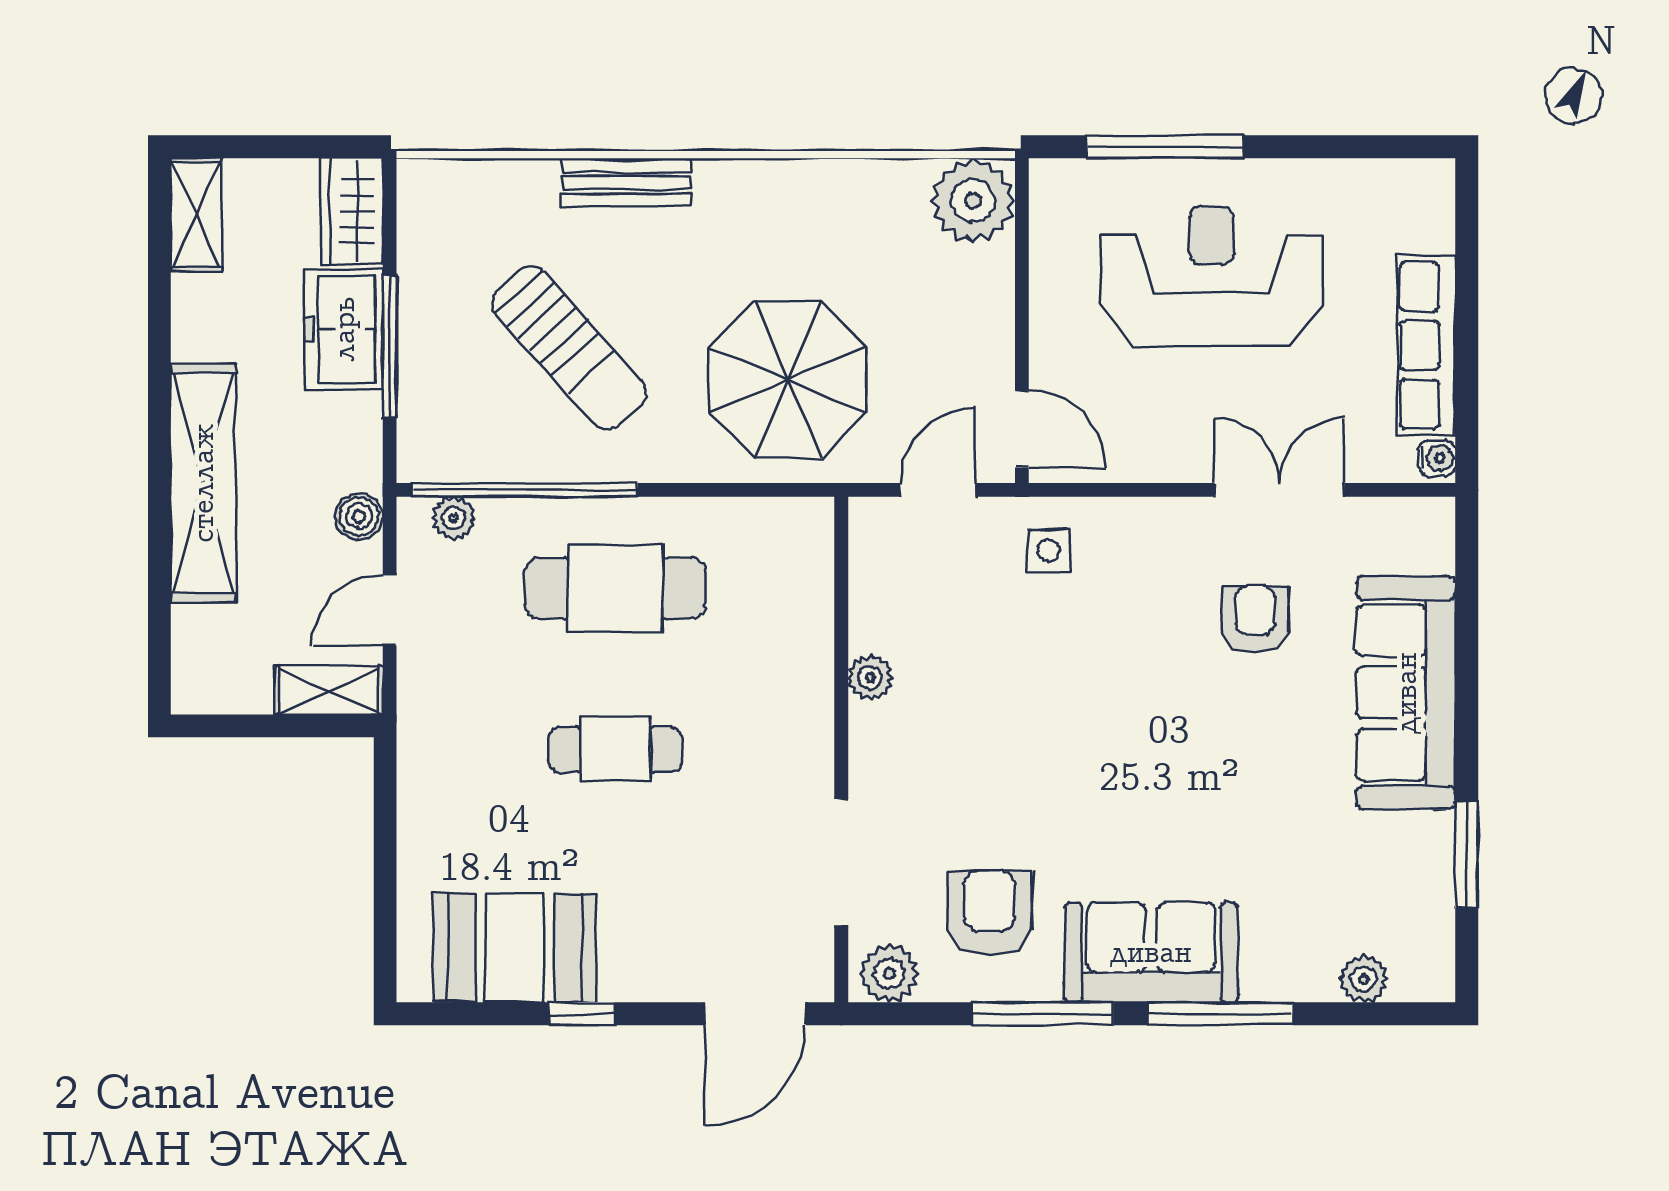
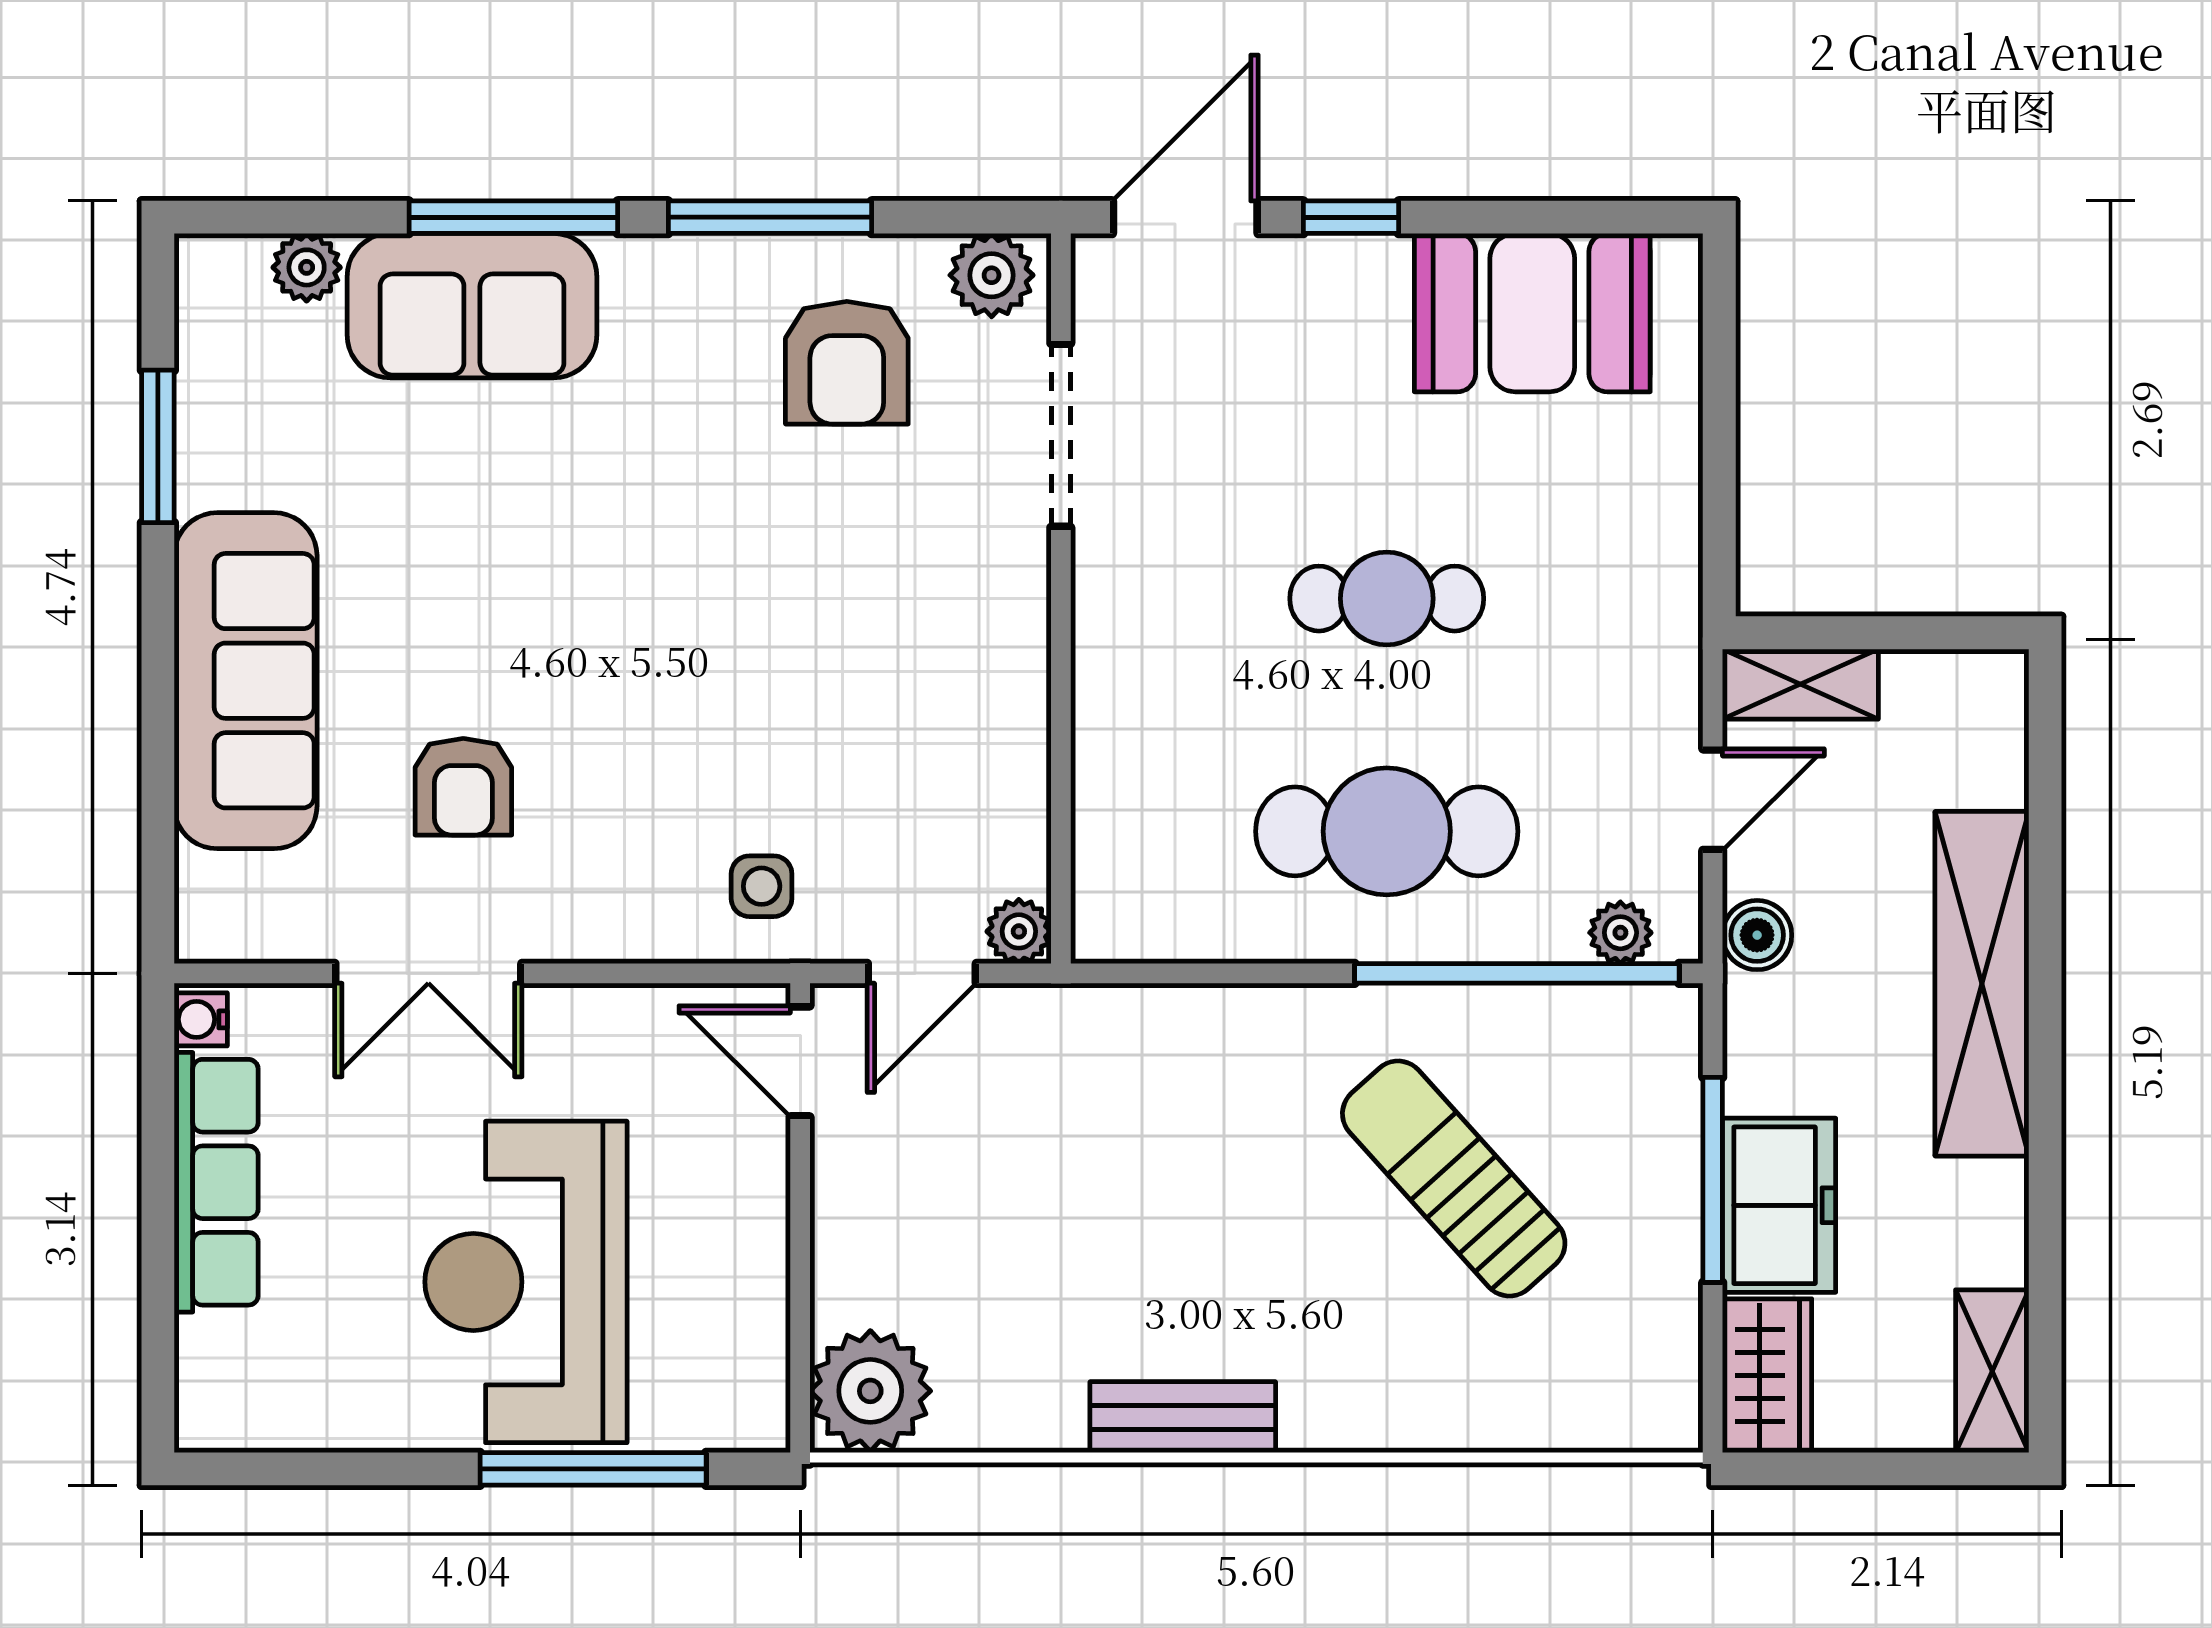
bench: (626, 183) -> (1183, 1417), moved
reception desk: (1212, 276) -> (526, 1282), turned 90
parasol: (787, 380) -> (1139, 1132), removed
plant: (870, 677) -> (1019, 931), moved
sofa: (1151, 952) -> (472, 306), moved
window: (582, 1014) -> (1351, 217), moved

